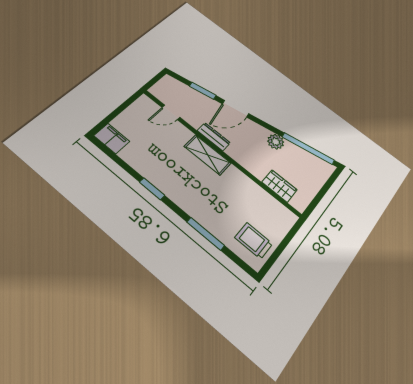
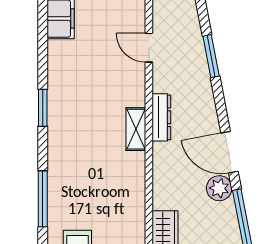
door: (235, 109) -> (230, 152), moved
shelving: (208, 155) -> (136, 129), width x0.67, depth x0.75

